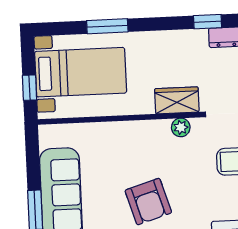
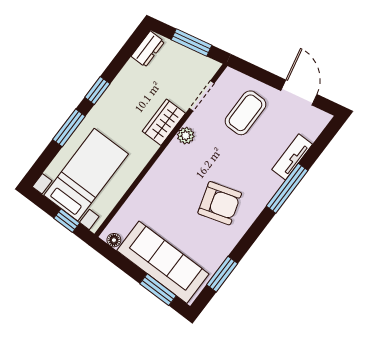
window: (208, 22) -> (97, 90), moved
floor lamp: (46, 140) -> (114, 240), added

